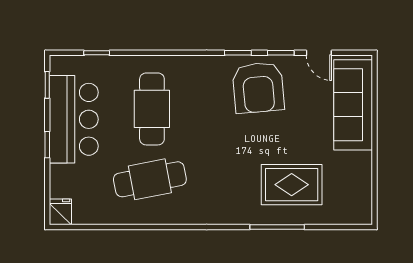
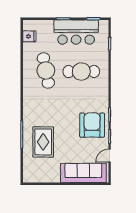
armchair: (258, 88) -> (92, 125), turned 95
fridge: (60, 212) -> (29, 36), moved

